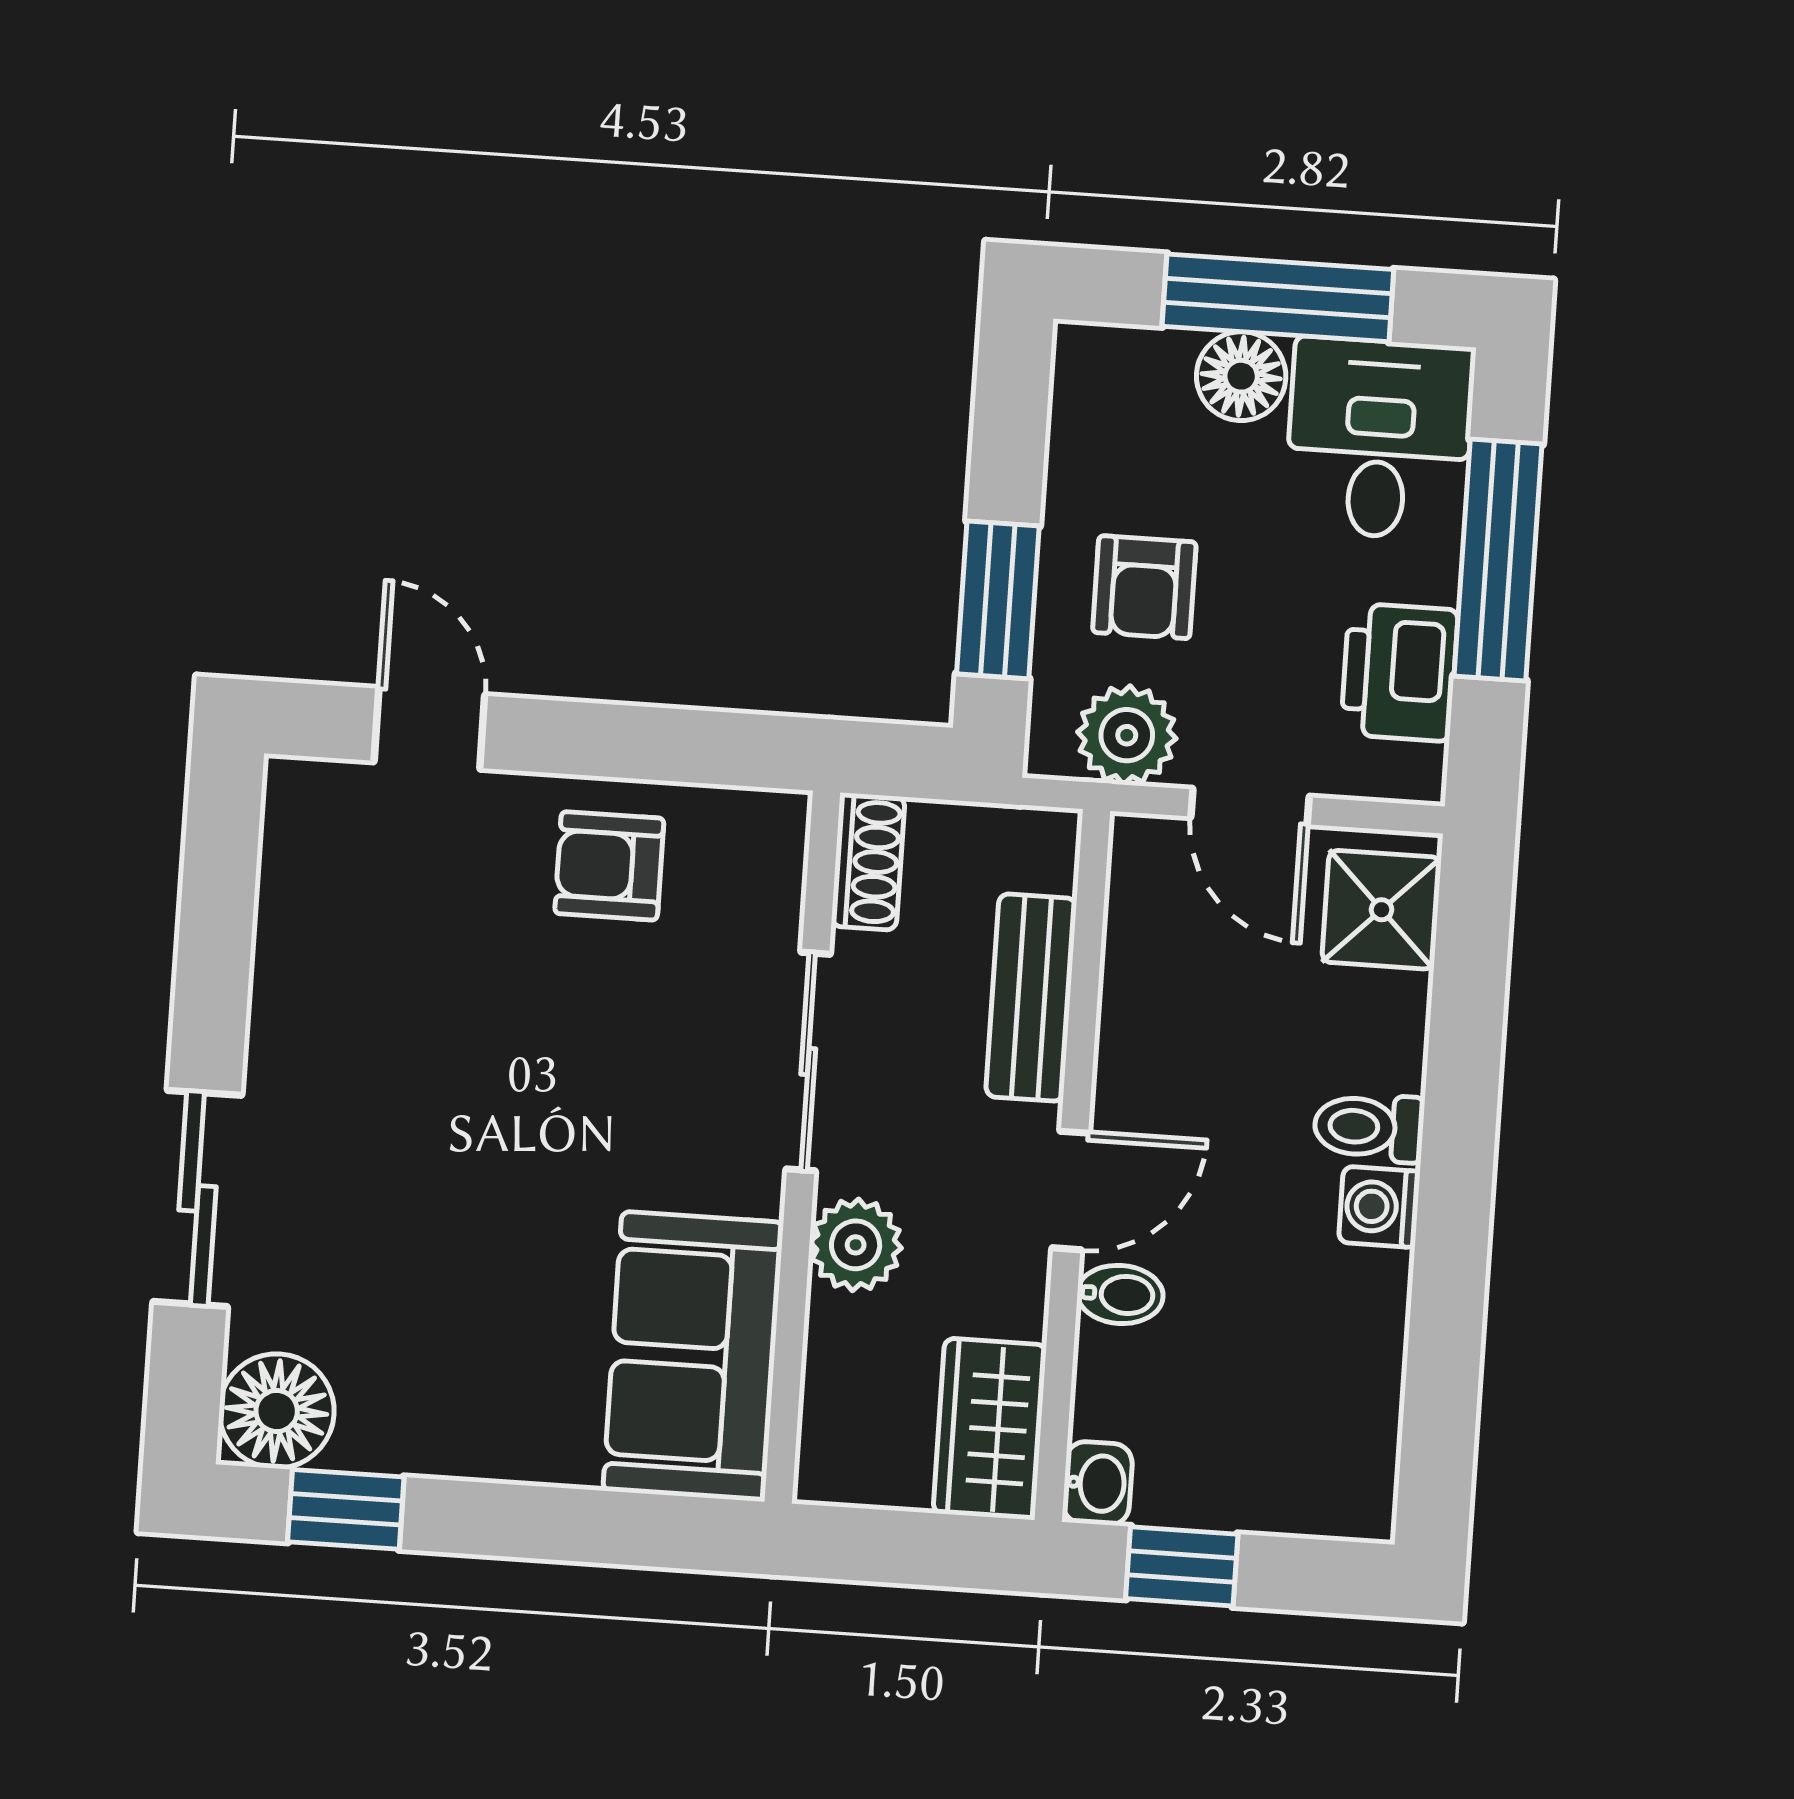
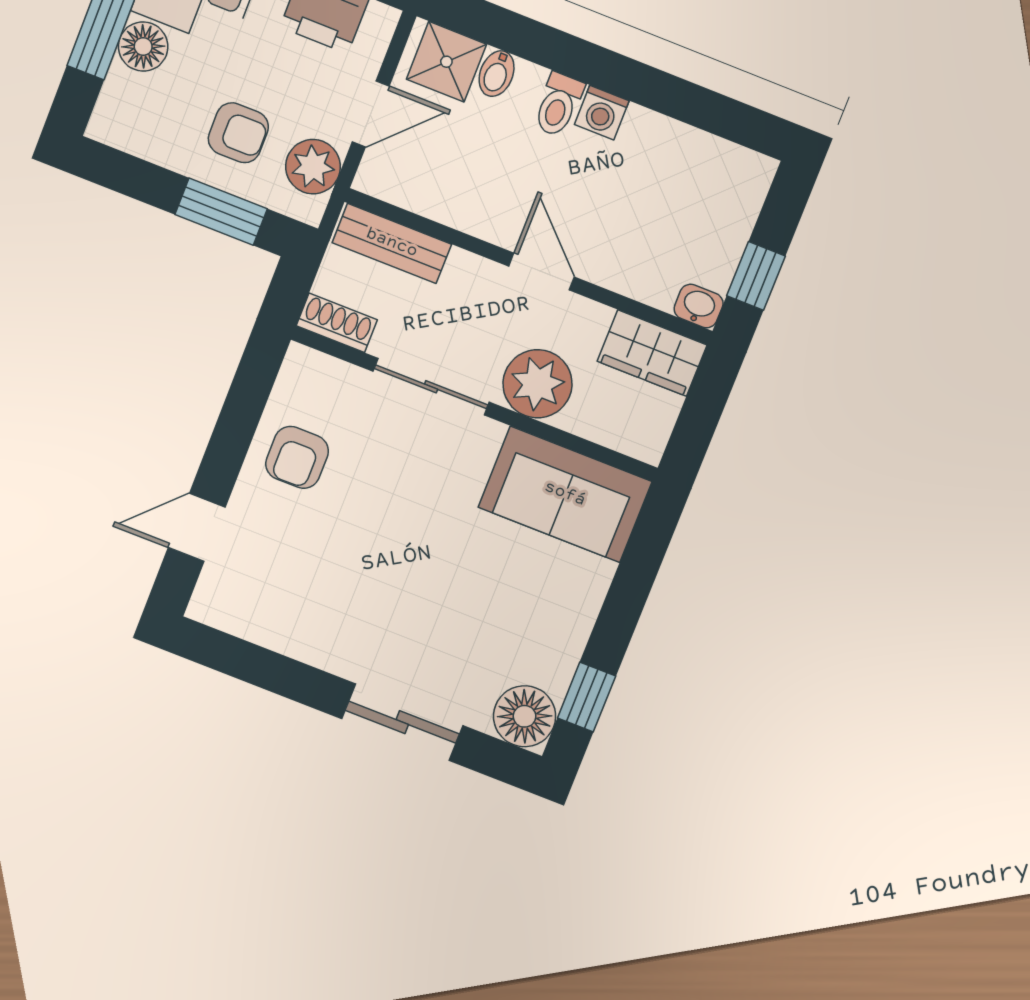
bench: (1031, 998) -> (392, 243), moved
plant: (856, 1245) -> (538, 384), width x1.36, depth x1.36
bidet: (1120, 1294) -> (497, 74), moved, turned 180

